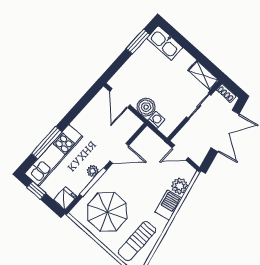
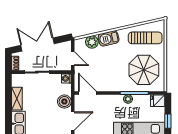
shelving: (203, 75) -> (17, 99), moved
washing machine: (156, 120) -> (66, 78), moved
door: (119, 153) -> (87, 93), moved

